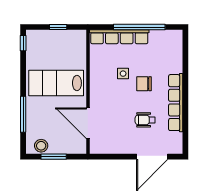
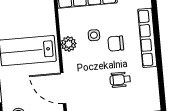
plant: (97, 80) -> (69, 44), added
row of seats: (176, 103) -> (147, 38), moved

